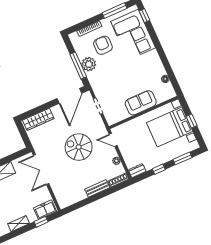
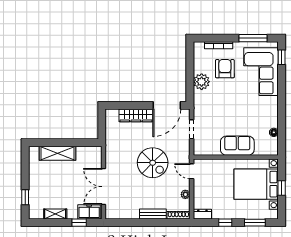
window: (78, 66) -> (190, 78), removed
wardrobe: (38, 119) -> (136, 115), moved
spiral stairs: (79, 147) -> (153, 163), turned 180
double door: (41, 169) -> (104, 187), moved

